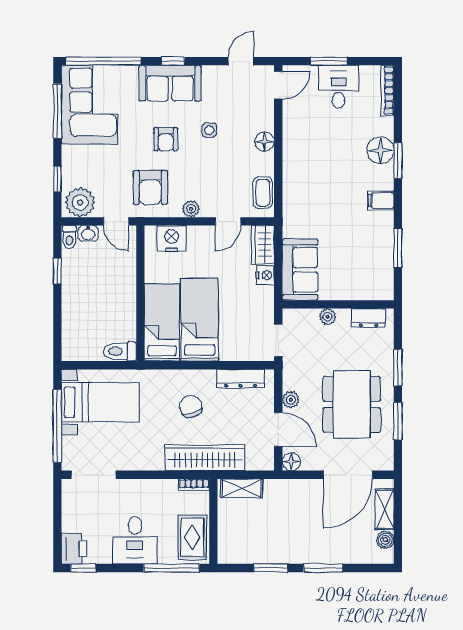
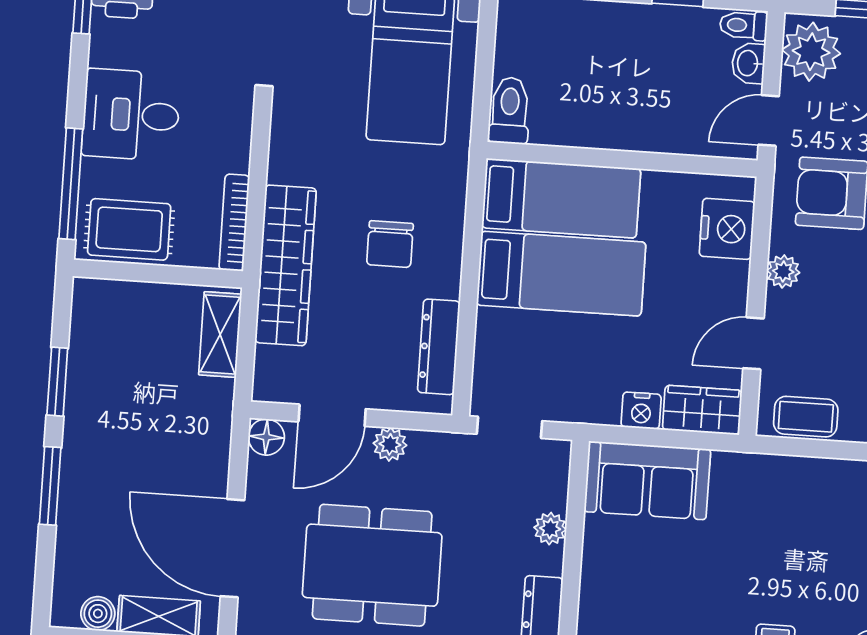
door: (228, 221) -> (753, 343), hinge flipped
chair: (191, 406) -> (390, 244), turned 106
bookcase: (194, 485) -> (234, 223), width x1.56

